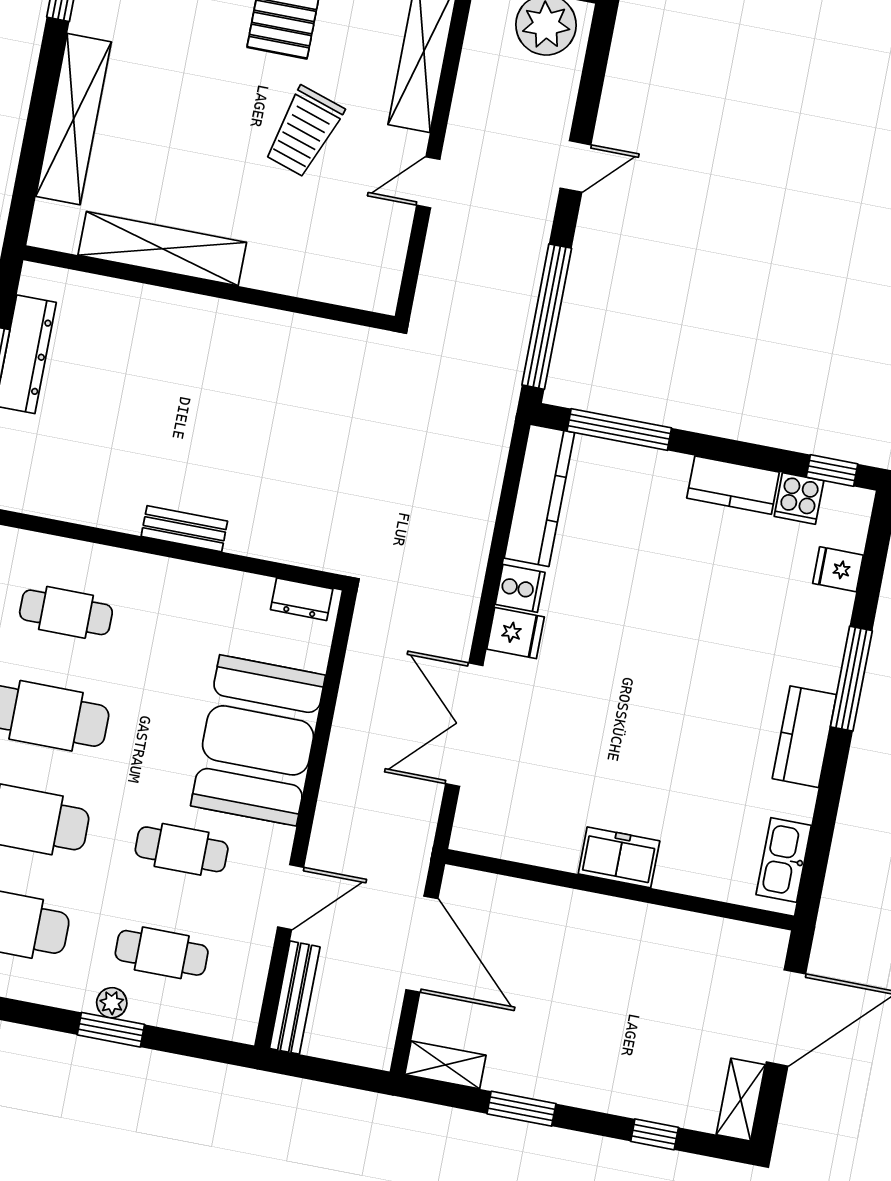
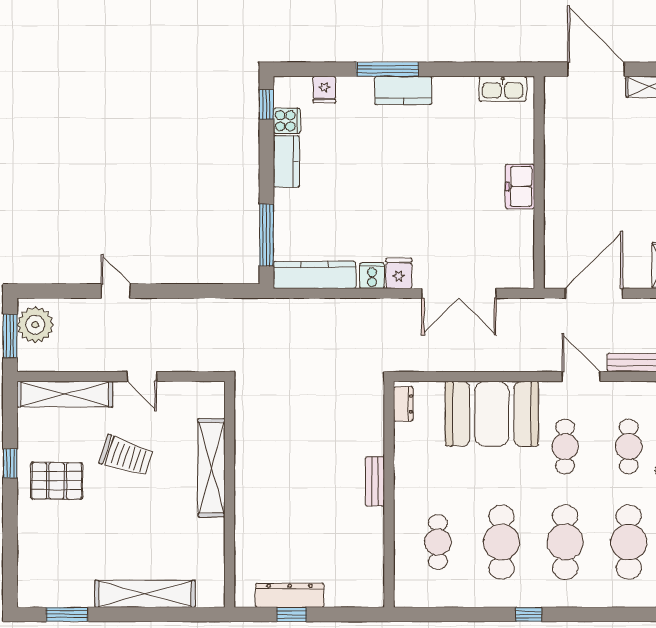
shelving: (162, 249) -> (212, 468), moved
window: (547, 317) -> (208, 291), removed
kitchen counter: (804, 737) -> (403, 90), moved

